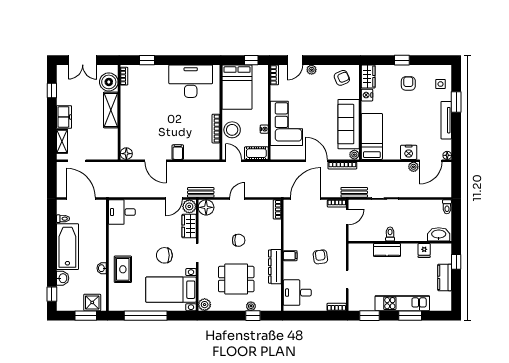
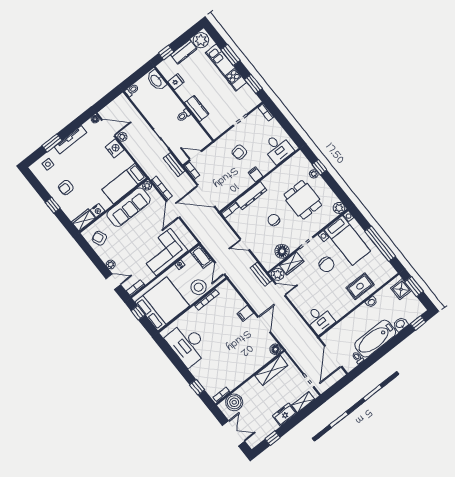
bed: (237, 87) -> (162, 304), width x1.36
shelving: (111, 110) -> (271, 370), moved
floor lamp: (206, 207) -> (282, 251), moved
dresser: (275, 267) -> (251, 196), moved
plant: (443, 300) -> (201, 40), added

